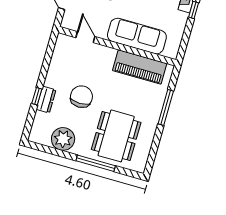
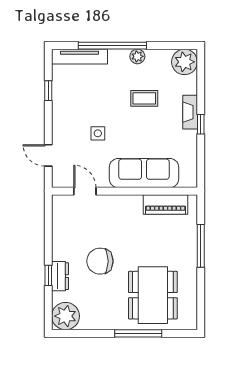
piano: (140, 67) -> (165, 205), width x0.73, depth x0.75
chair: (81, 97) -> (100, 261), turned -90
plant: (63, 139) -> (66, 316), moved

